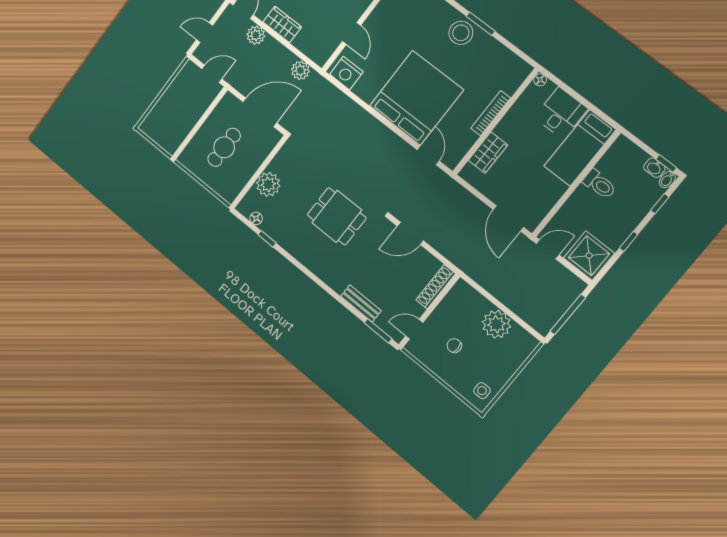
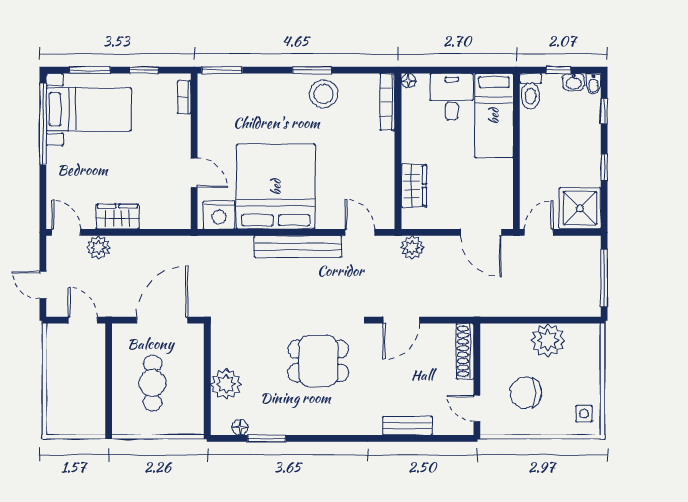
door: (204, 33) -> (43, 285), hinge flipped
stool: (461, 33) -> (324, 94), moved
plant: (300, 70) -> (412, 247), moved
door: (212, 74) -> (83, 320), hinge flipped
bed: (416, 98) -> (276, 187), moved
bookcase: (491, 113) -> (387, 102), moved
bench: (381, 133) -> (298, 247), added
window: (666, 163) -> (558, 70), moved
toilet: (599, 184) -> (530, 91), moved, turned 90
window: (267, 239) -> (267, 438), width x1.50
door: (414, 329) -> (477, 408), hinge flipped
window: (378, 331) -> (444, 438), removed
chair: (454, 346) -> (526, 393), width x1.87, depth x1.87

